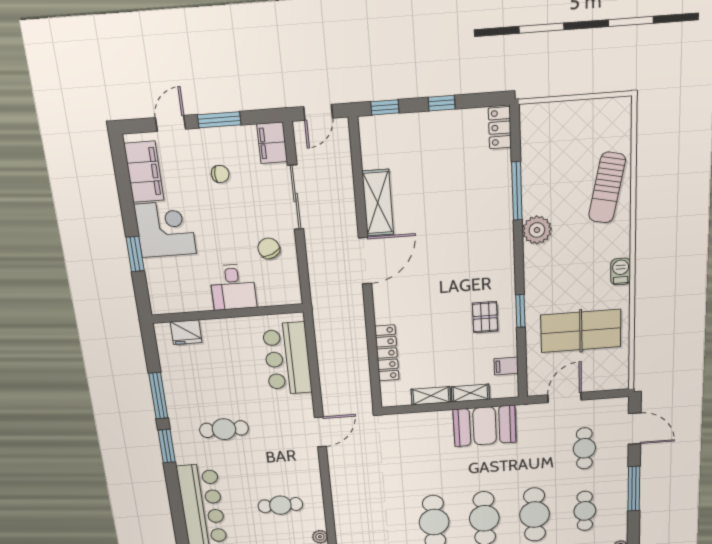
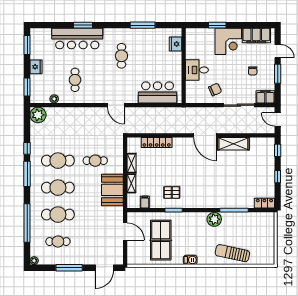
window: (167, 446) -> (83, 25), moved
cafe table: (584, 448) -> (95, 161), moved

